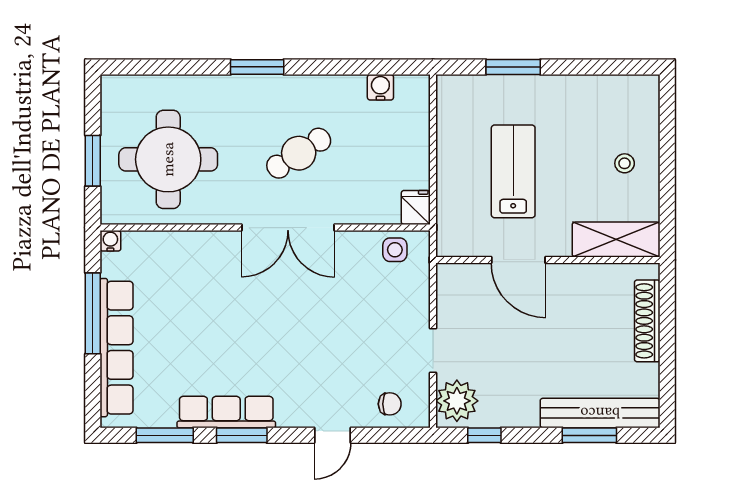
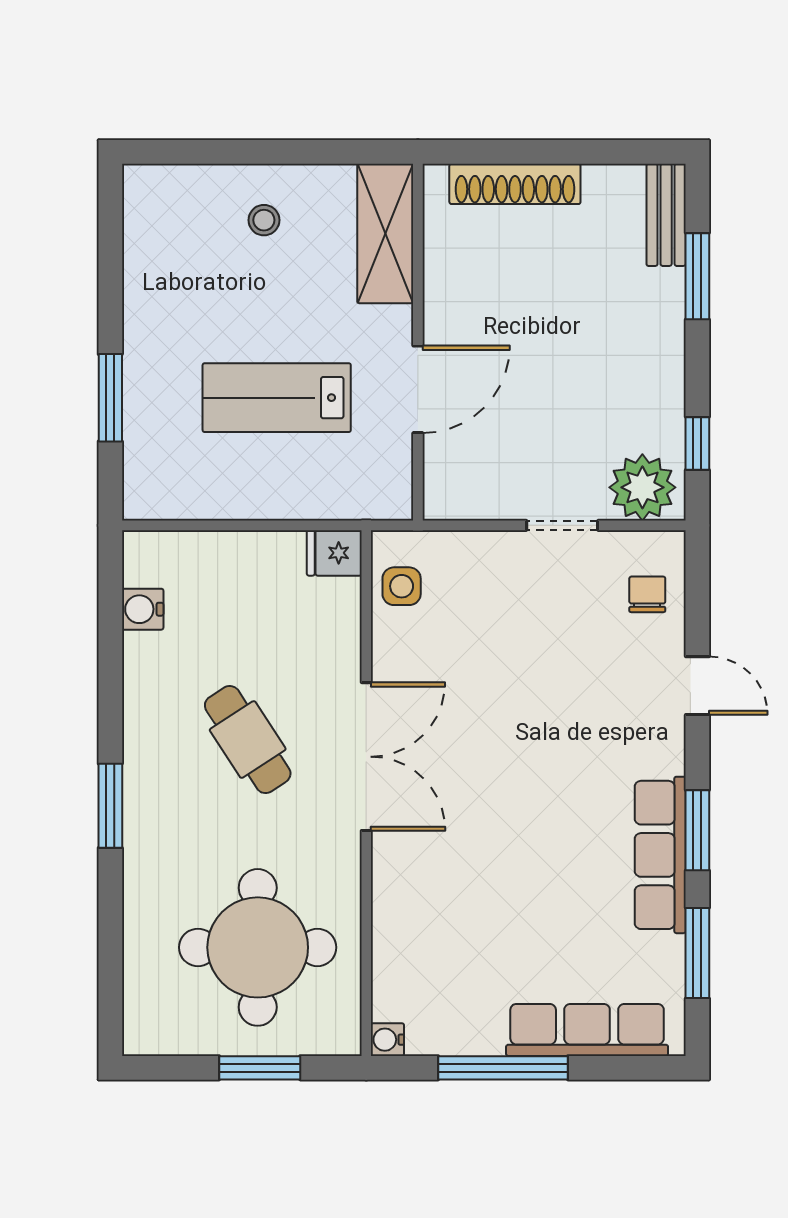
row of seats: (116, 348) -> (587, 1030), width x0.73
bench: (600, 413) -> (666, 215), width x0.54, depth x0.82

